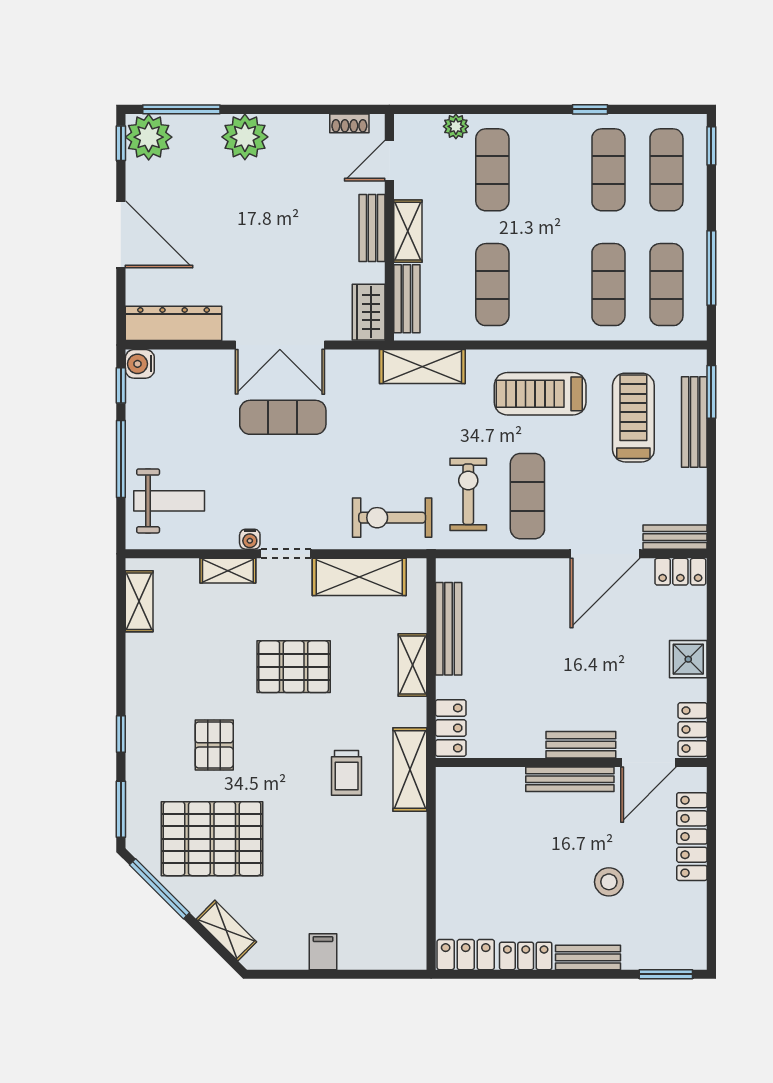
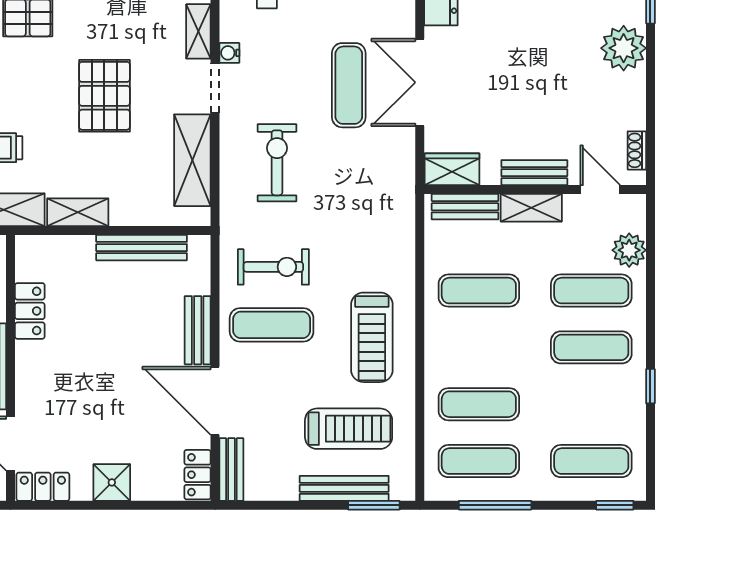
plant: (456, 126) -> (629, 250), width x1.38, depth x1.38
exercise mat: (608, 170) -> (591, 347), moved
shelving: (422, 367) -> (399, 222), removed
treadmill: (540, 394) -> (372, 337), turned 180
exercise bike: (392, 518) -> (277, 163), moved
shelving: (413, 665) -> (78, 212), moved
locker: (451, 728) -> (30, 311), moved, turned -90
bench: (581, 745) -> (198, 330), moved

